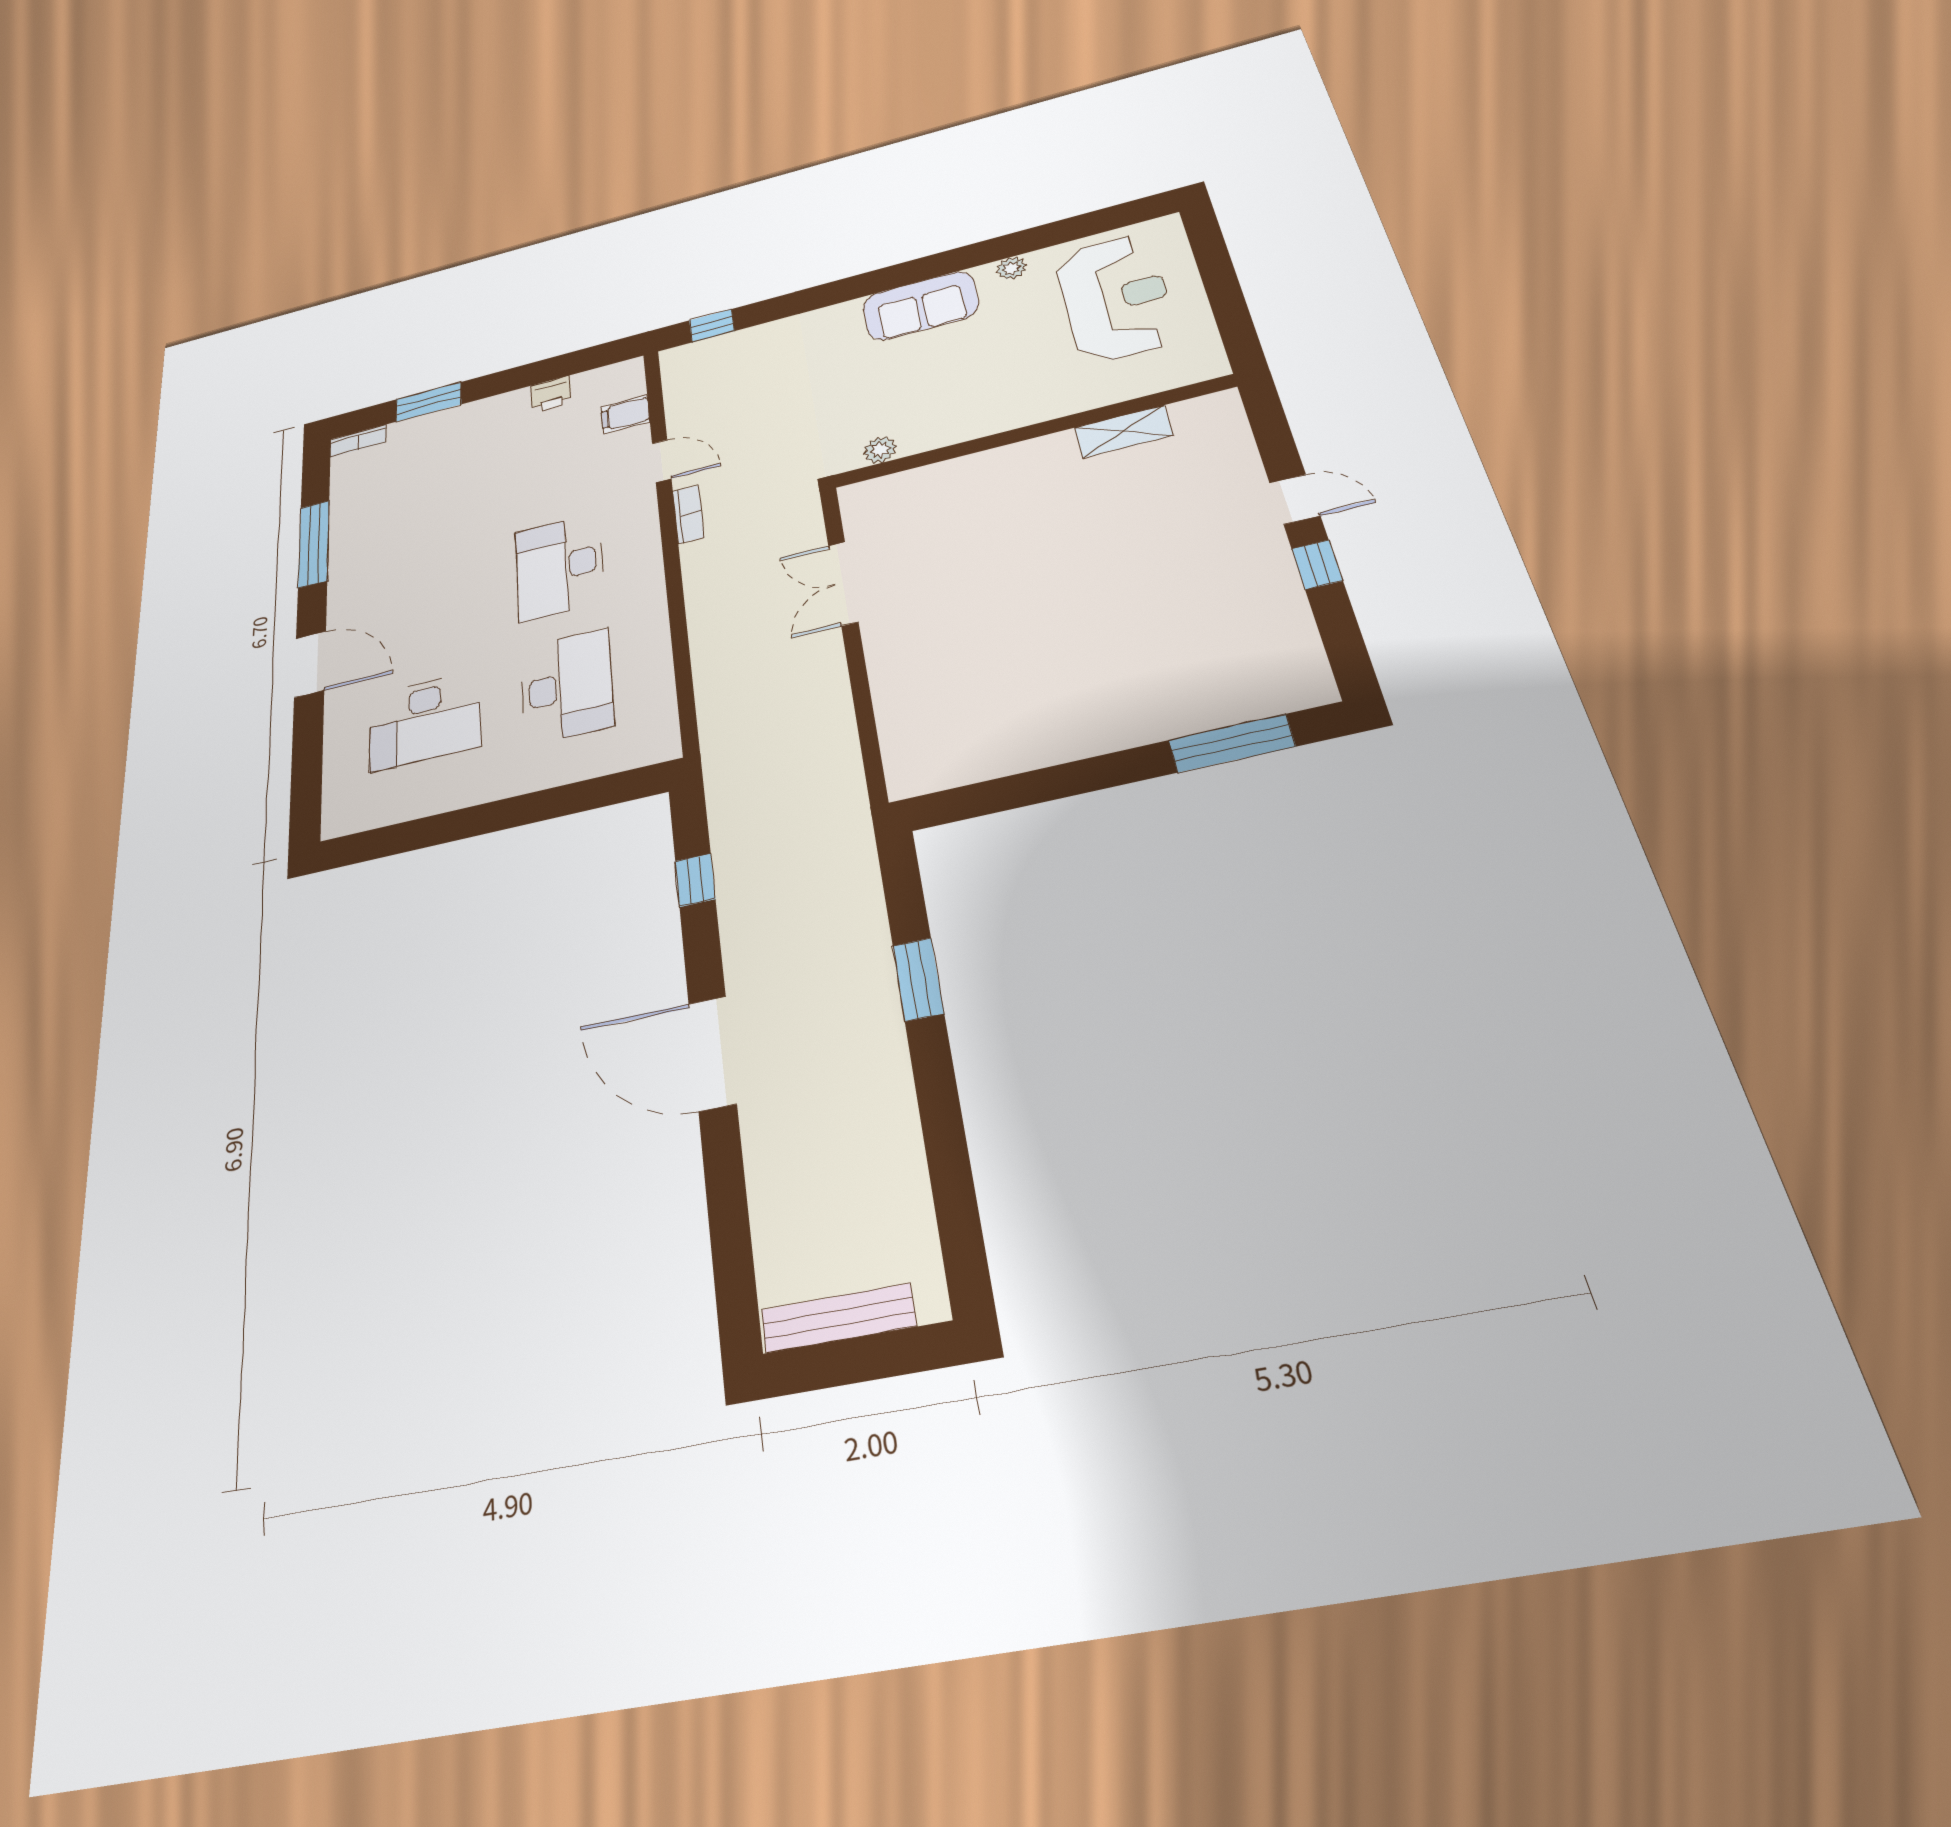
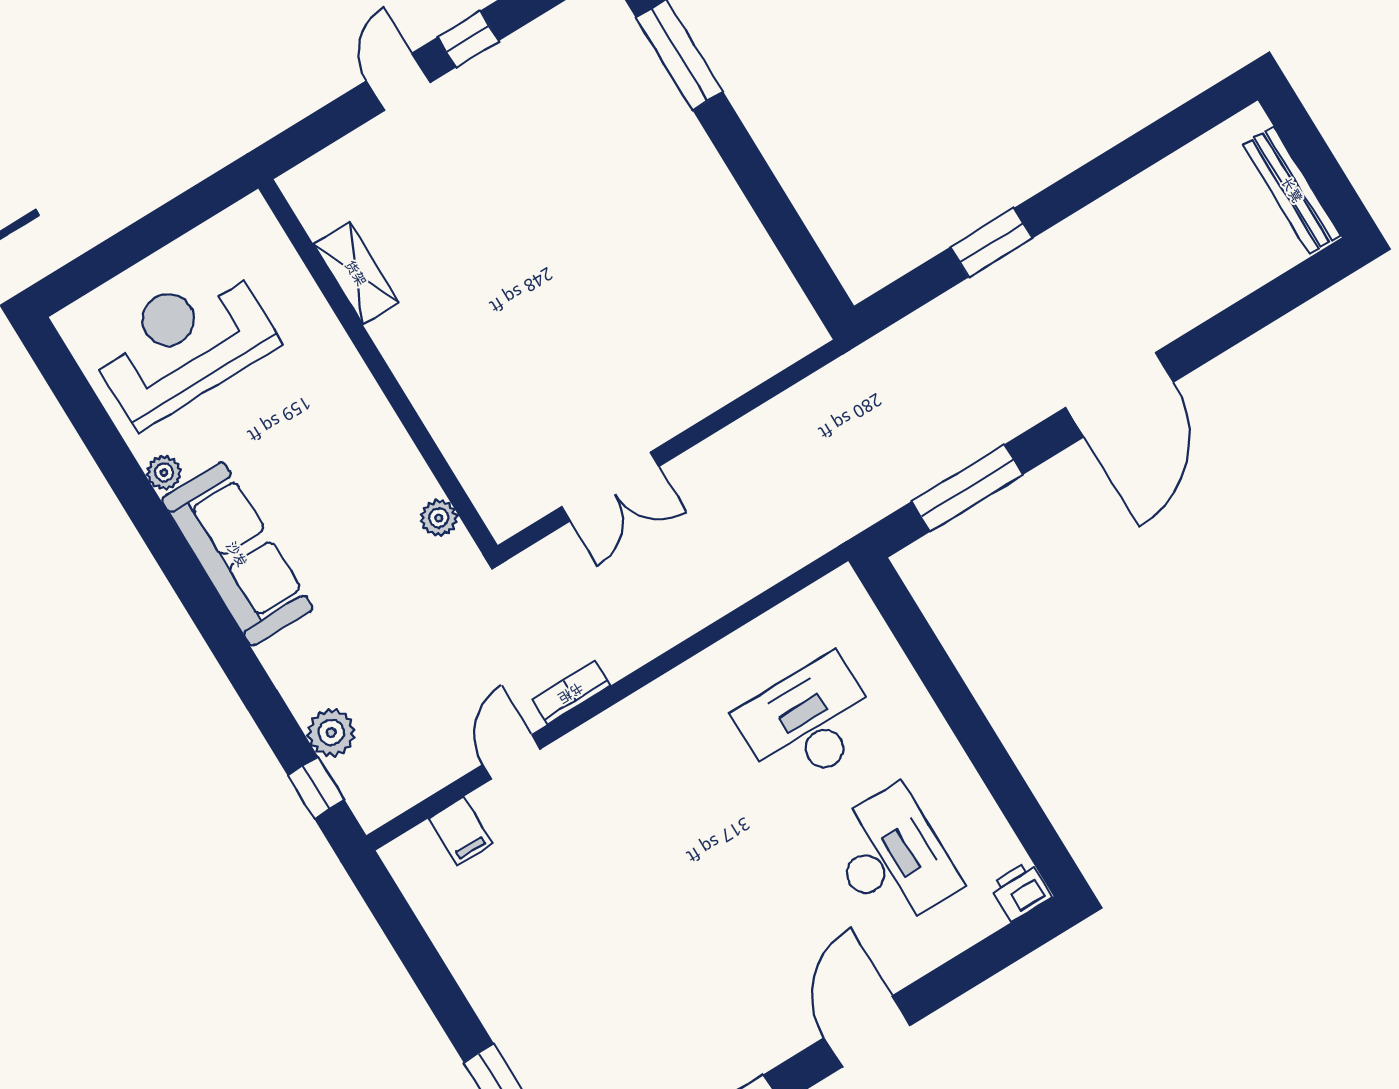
sofa: (921, 306) -> (237, 554), width x1.36
plant: (748, 343) -> (331, 732), added
printer: (551, 394) -> (1020, 891), moved, turned -90
desk: (560, 567) -> (673, 806), removed
window: (695, 880) -> (967, 488), width x2.17

